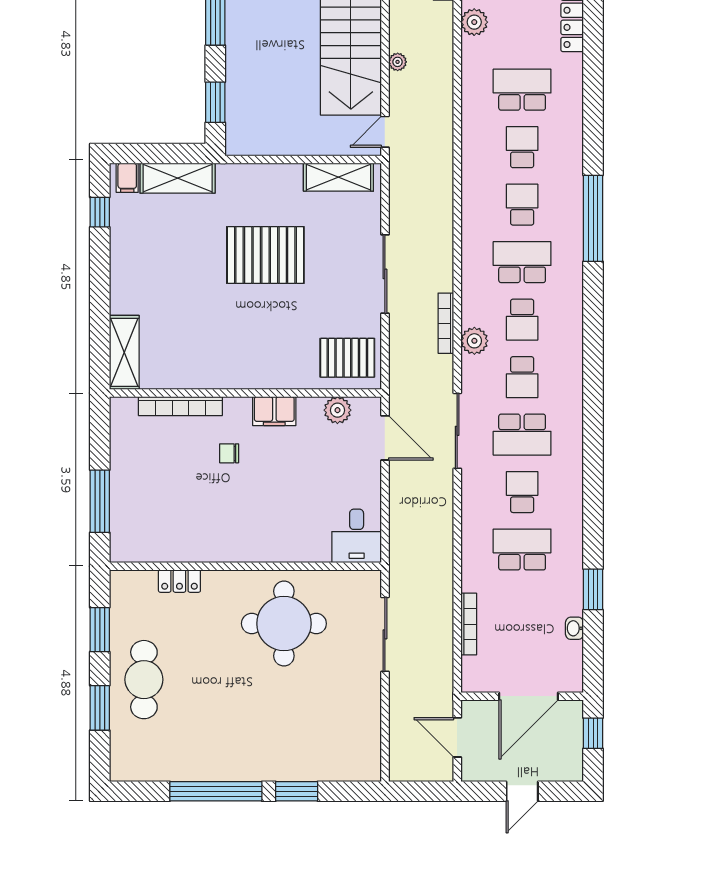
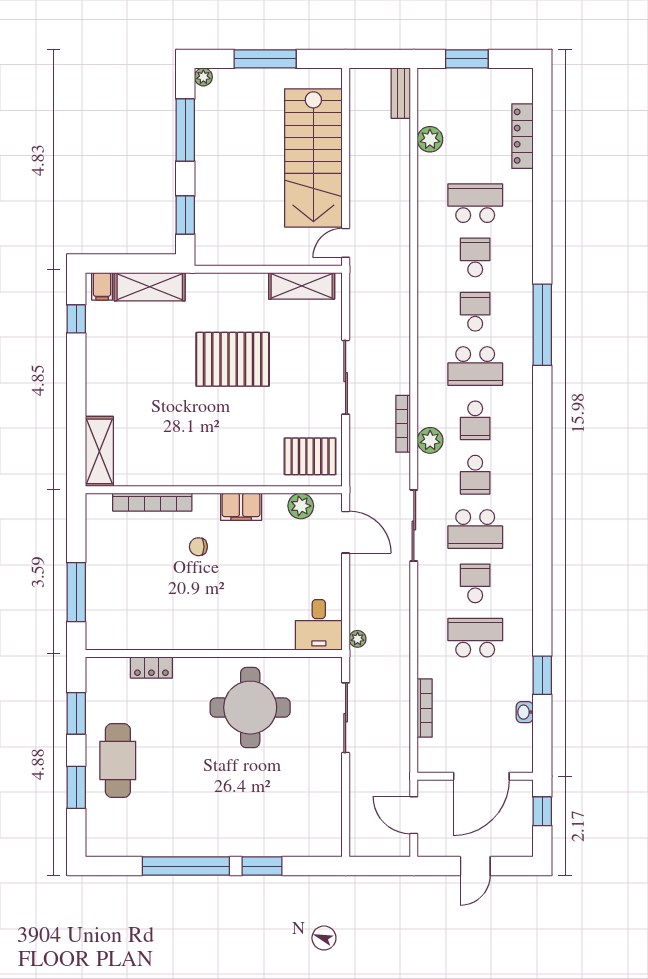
plant: (398, 62) -> (358, 639), moved
school desk: (522, 262) -> (475, 366), turned 180

